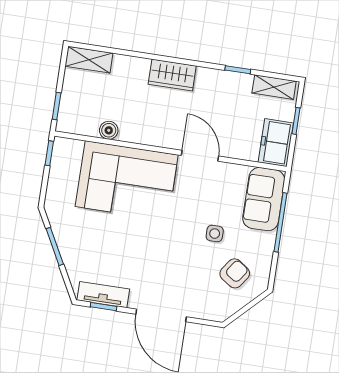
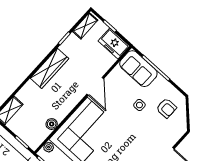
wardrobe: (172, 75) -> (49, 68), width x1.50
plant: (74, 147) -> (49, 147), added
door: (200, 156) -> (95, 86), swing flipped
armchair: (235, 273) -> (166, 108), turned 145

